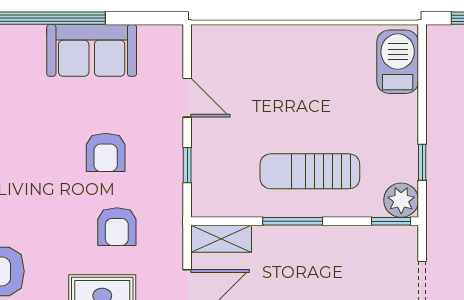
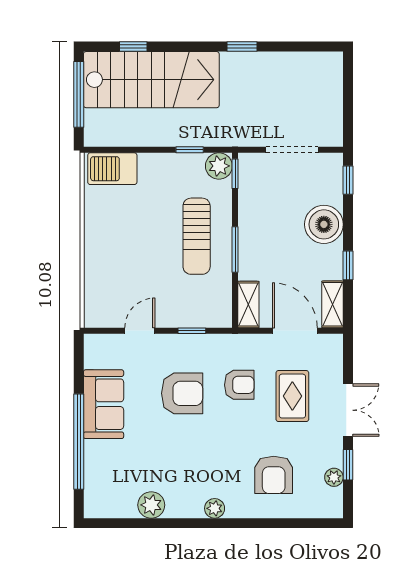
armchair: (106, 152) -> (182, 393), width x1.38, depth x1.38

